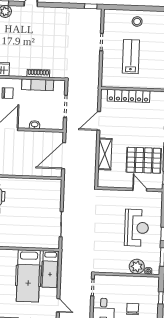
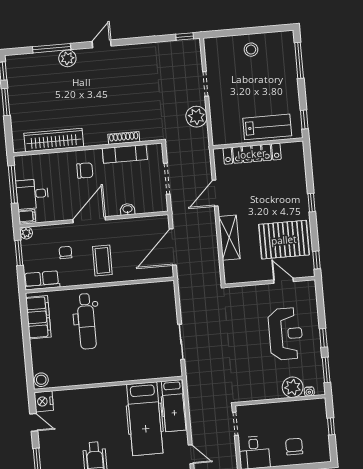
lab bench: (131, 57) -> (267, 127), moved, turned 90
plant: (92, 65) -> (196, 117), added
coffee table: (12, 159) -> (102, 260), added

